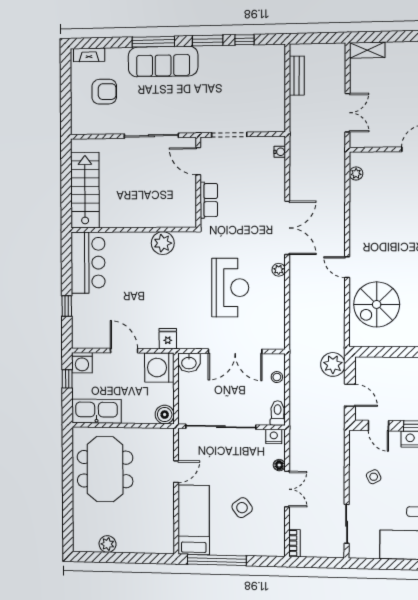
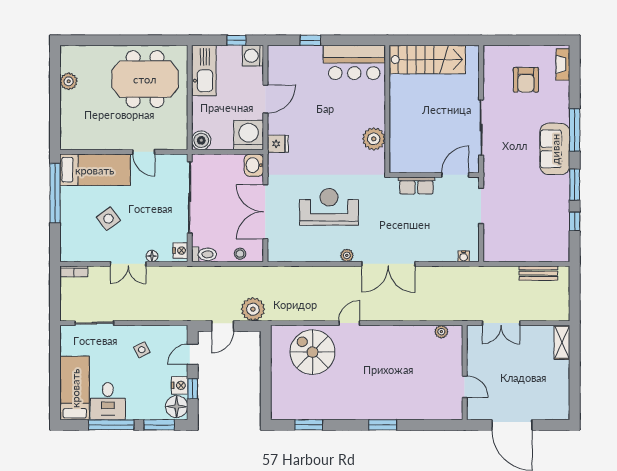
sofa: (163, 62) -> (555, 149), width x0.73
reception desk: (230, 288) -> (329, 207), turned 180

